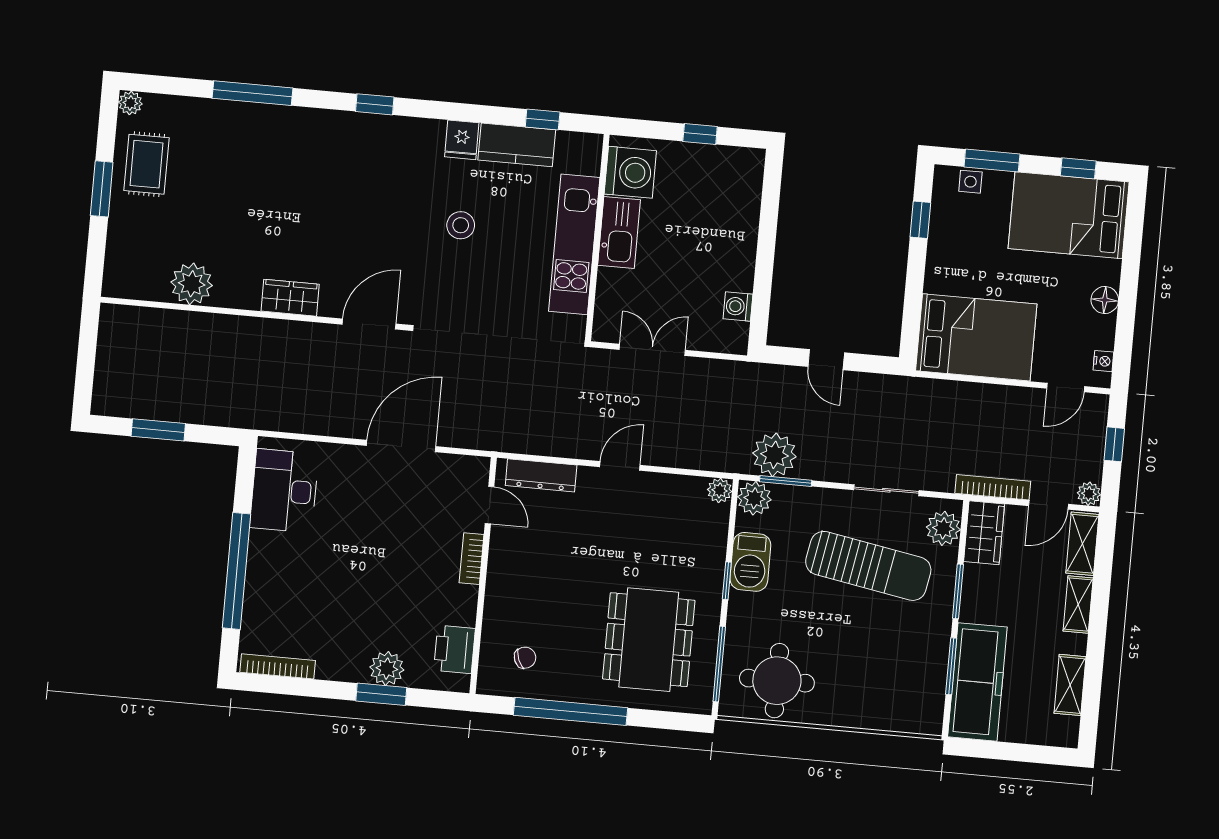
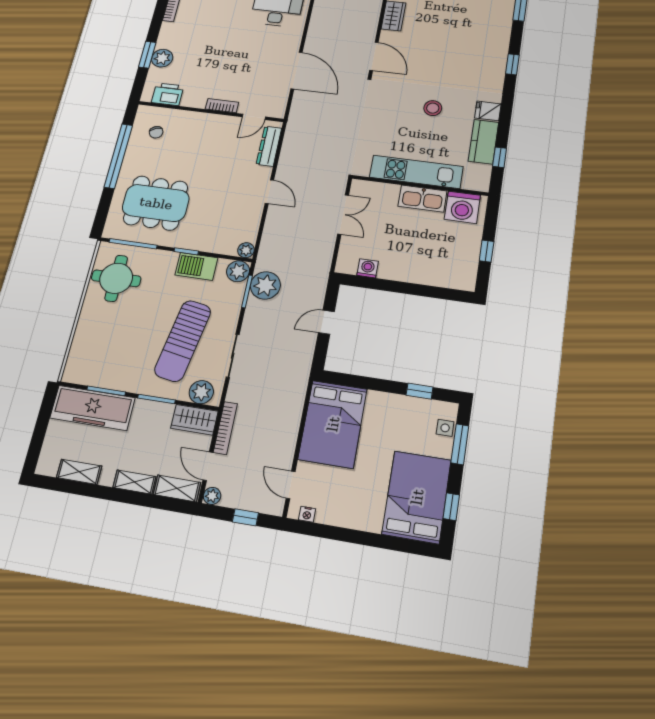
floor lamp: (1105, 300) -> (352, 519), removed

